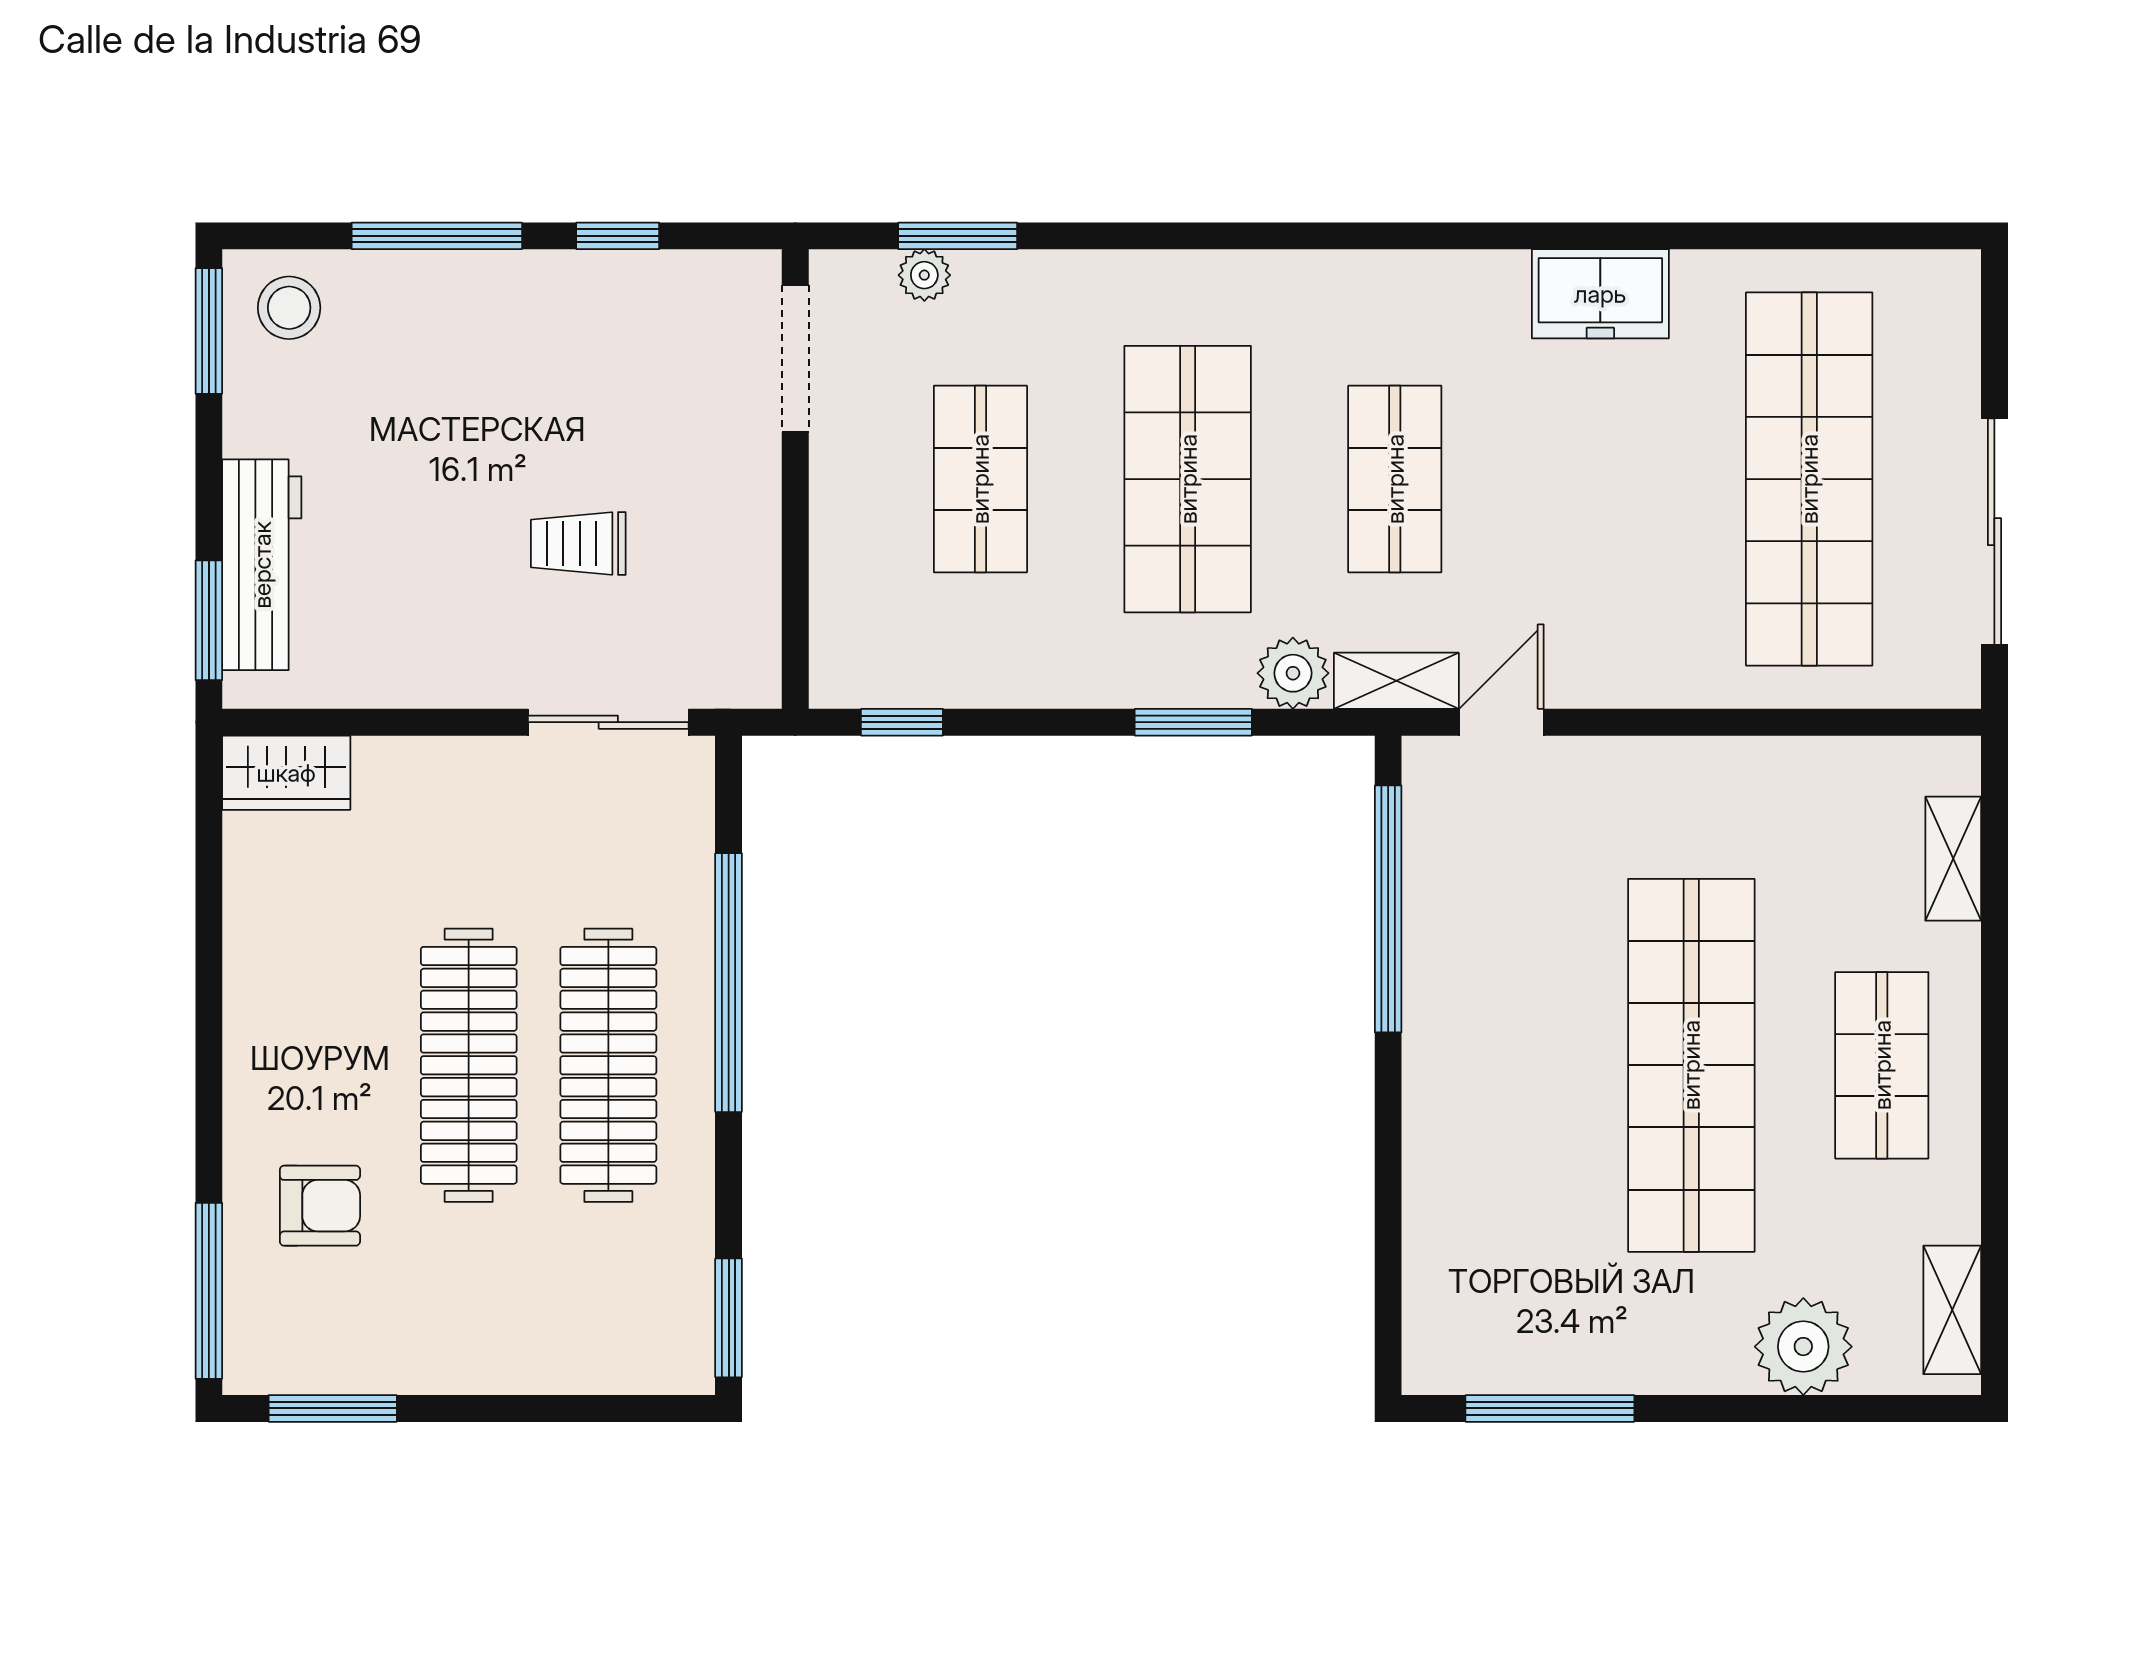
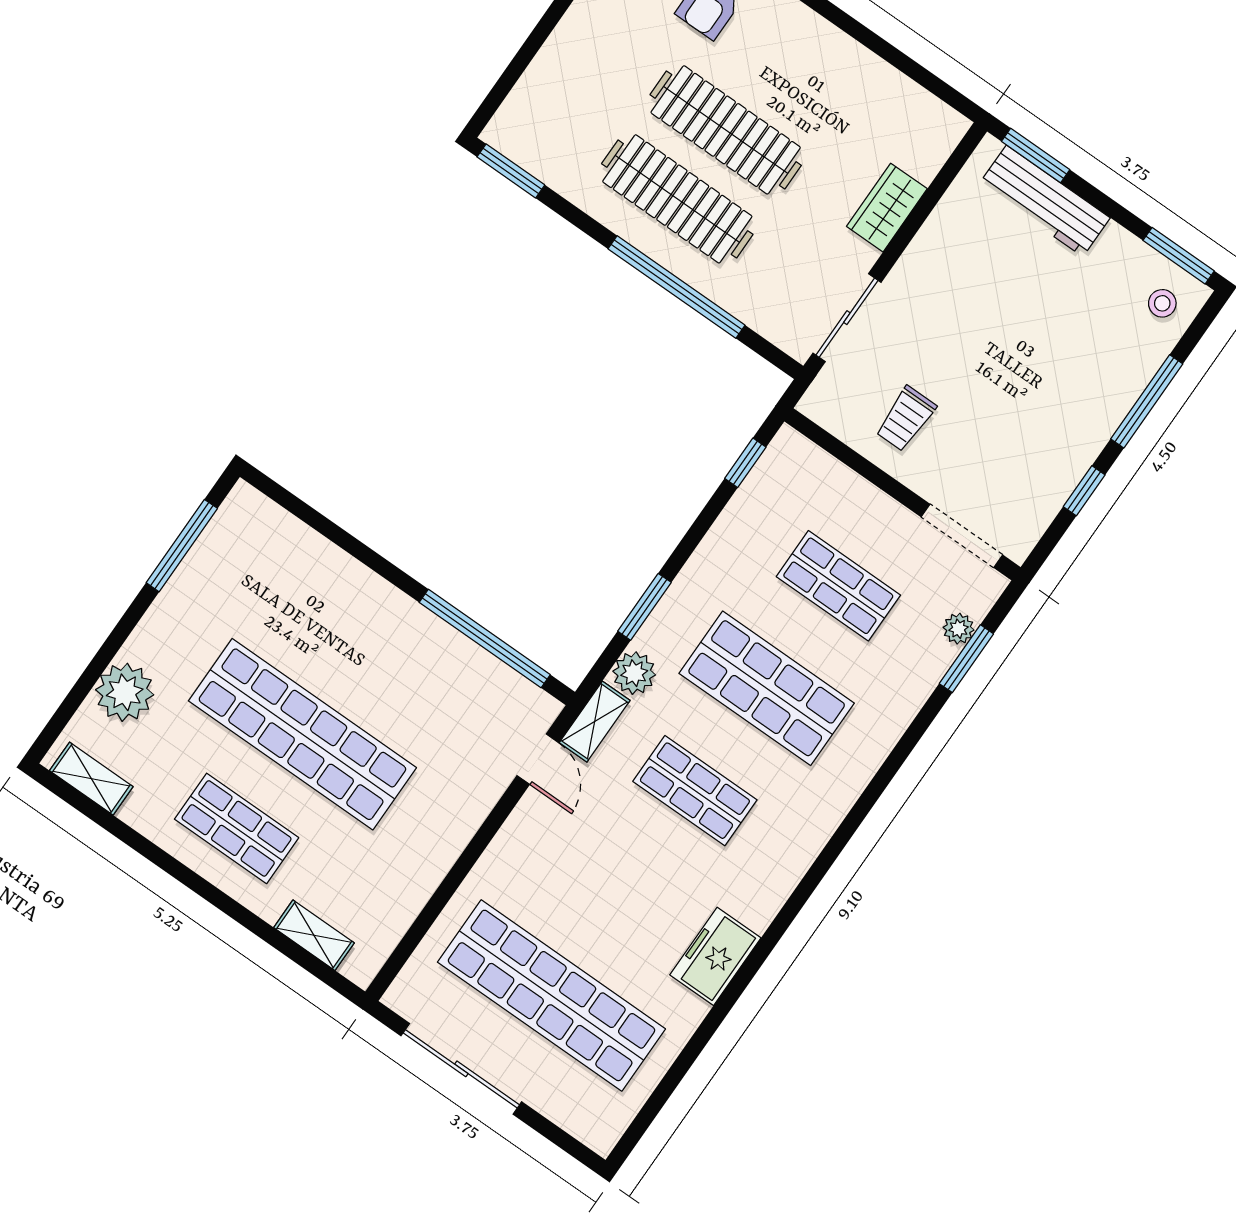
stool: (289, 308) -> (1162, 303), width x0.73, depth x0.73
trolley: (578, 543) -> (906, 419), moved, turned 180
wardrobe: (286, 773) -> (887, 208), moved

